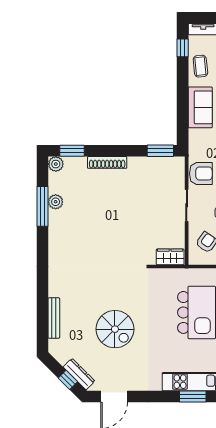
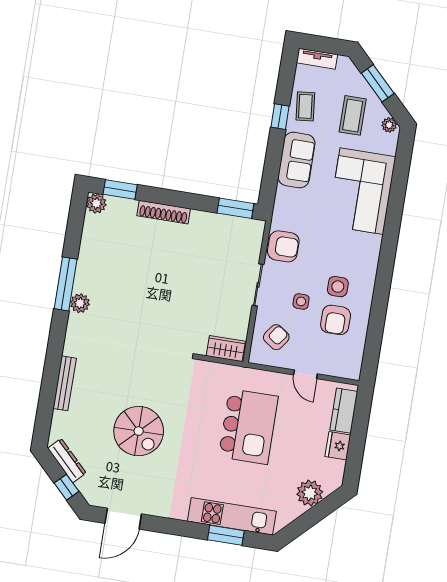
window: (183, 48) -> (280, 117), moved
plant: (56, 202) -> (80, 303), moved
window: (43, 206) -> (66, 284), moved
bench: (54, 318) -> (65, 383), moved
dresser: (79, 374) -> (67, 461), moved

